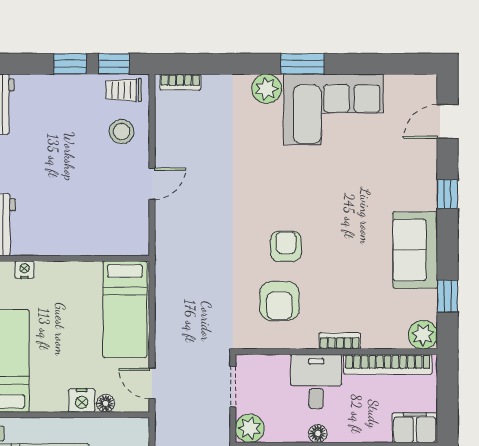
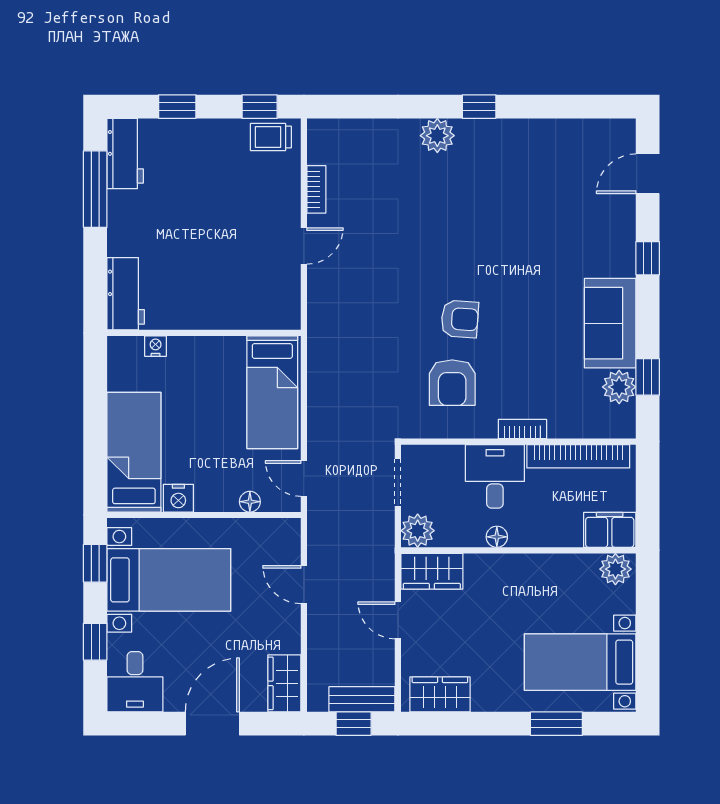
window: (70, 64) -> (177, 107), moved
window: (303, 64) -> (479, 107), width x0.67
bookcase: (180, 82) -> (316, 189), moved, turned -90
corner sofa: (333, 110) -> (515, 160), removed
stool: (122, 132) -> (268, 185), removed
armchair: (286, 246) -> (460, 319), turned 94
plant: (423, 335) -> (619, 387), moved
nightstand: (82, 400) -> (178, 498), moved

